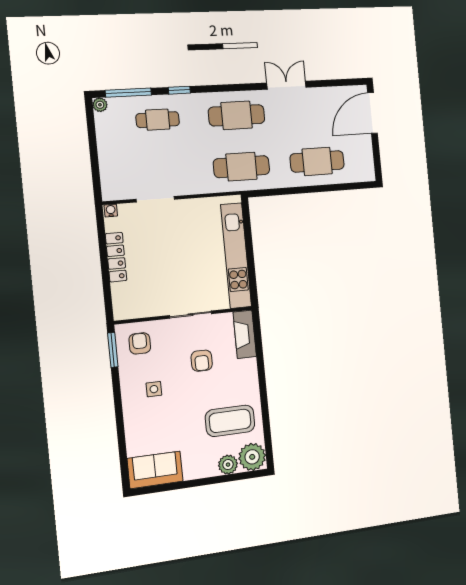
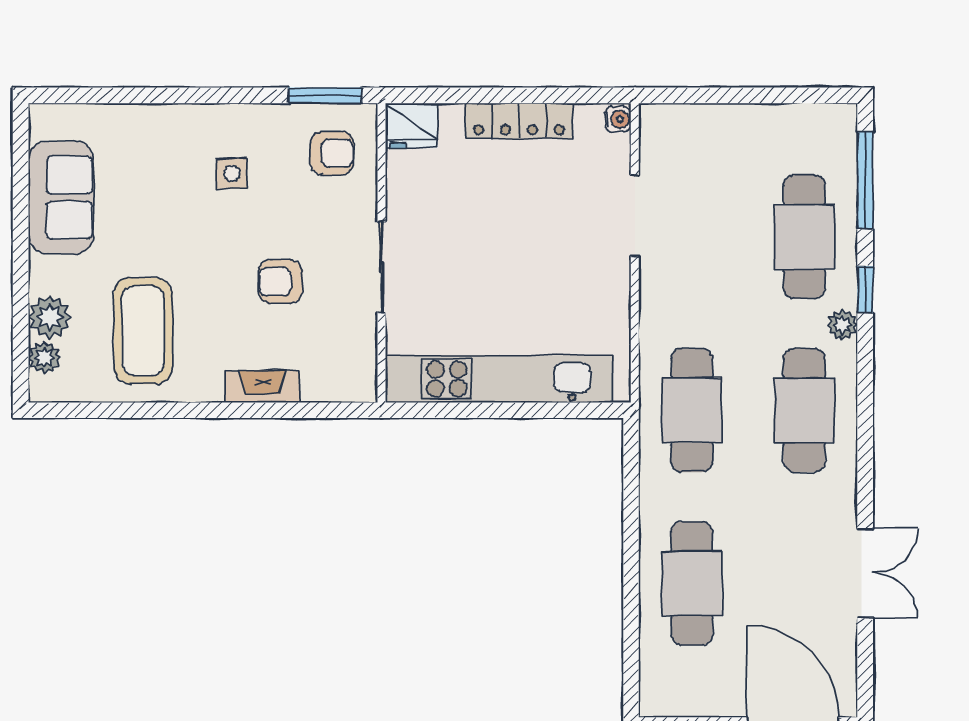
double door: (286, 85) -> (865, 573), moved
plant: (100, 105) -> (842, 325), moved
cafe table: (158, 120) -> (804, 237), width x1.37, depth x1.35
fridge: (123, 308) -> (411, 126), added
fireplace: (245, 334) -> (262, 387), moved, width x0.73, depth x0.76
plant: (252, 457) -> (44, 358), width x0.53, depth x0.53
sofa: (155, 470) -> (61, 198), moved

